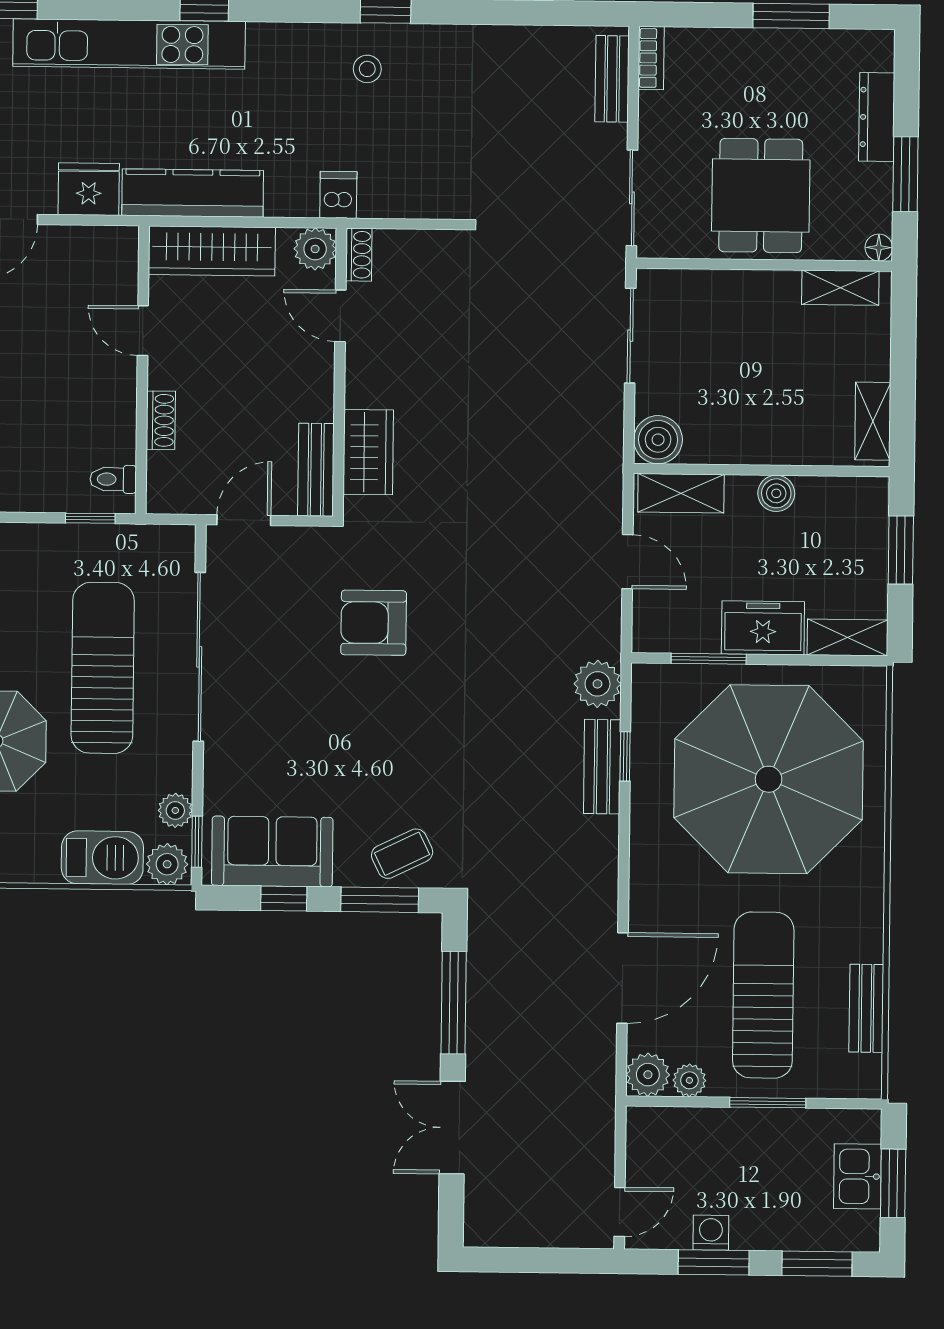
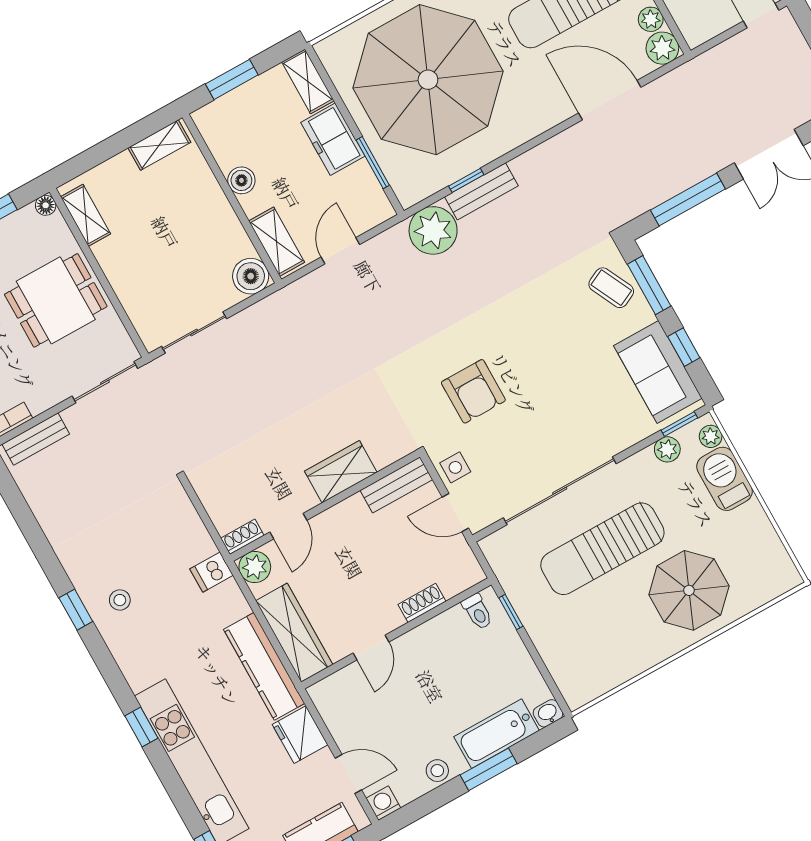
wardrobe: (368, 452) -> (341, 472), moved
side table: (297, 550) -> (455, 467), added
plant: (597, 684) -> (433, 230), width x1.36, depth x1.36
plant: (167, 864) -> (711, 436), width x0.73, depth x0.73

